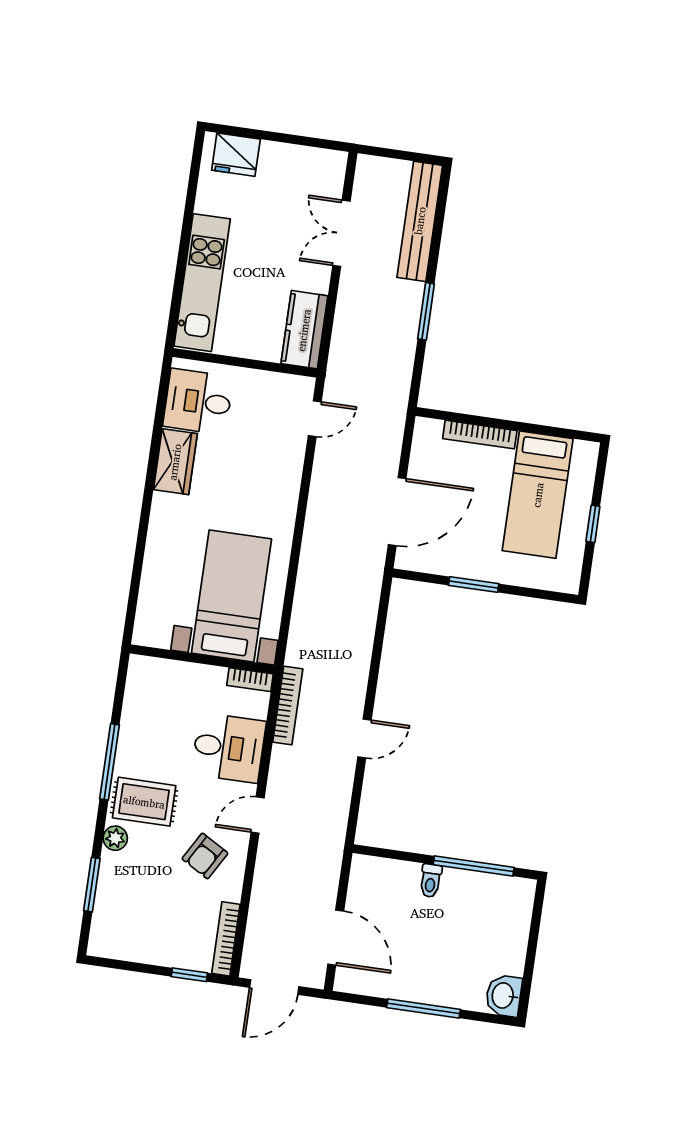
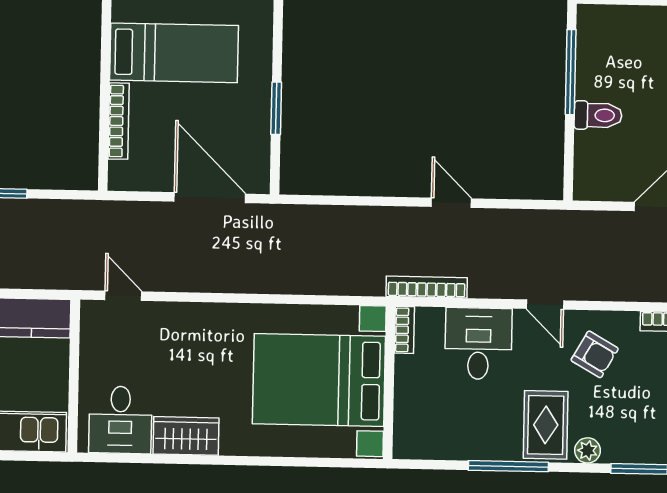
bed with nightstands: (231, 596) -> (319, 380), width x1.36
toilet: (431, 881) -> (598, 115), width x1.37, depth x1.39

